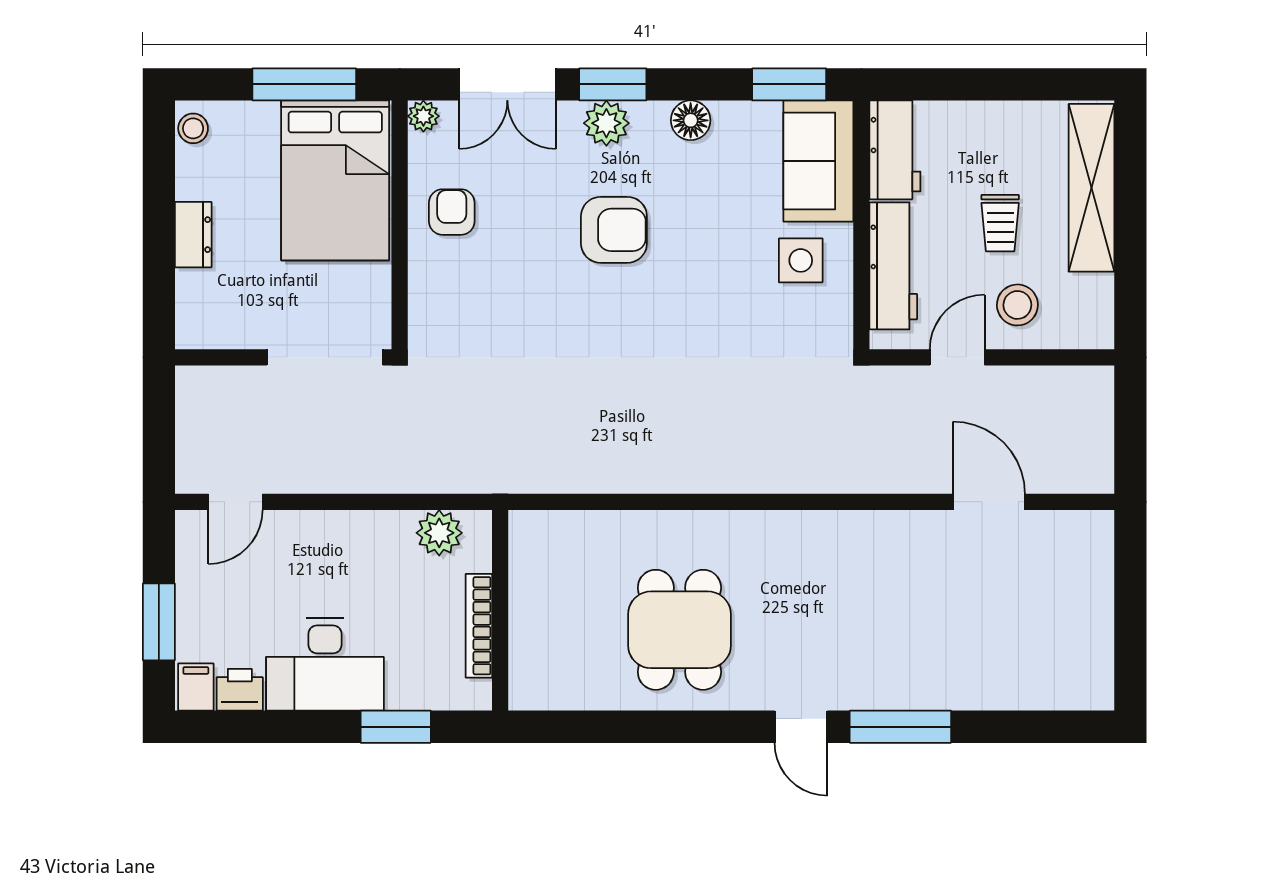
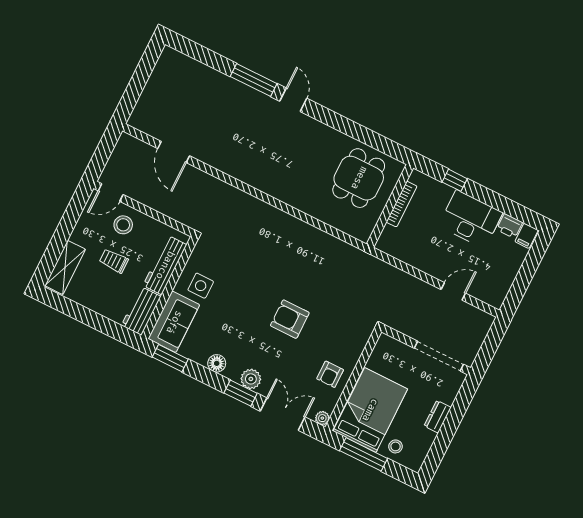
stool: (193, 128) -> (396, 446), moved
shelving: (1091, 188) -> (65, 267), width x0.68
trolley: (1000, 223) -> (114, 261), turned -90
armchair: (614, 230) -> (290, 319), moved
doorway: (325, 357) -> (439, 356), moved
door: (957, 357) -> (111, 193), moved
door: (235, 502) -> (453, 291), moved
plant: (439, 533) -> (399, 249), removed
window: (159, 622) -> (528, 269), removed
dining table: (679, 630) -> (359, 178), moved
window: (396, 727) -> (455, 180), width x0.67

